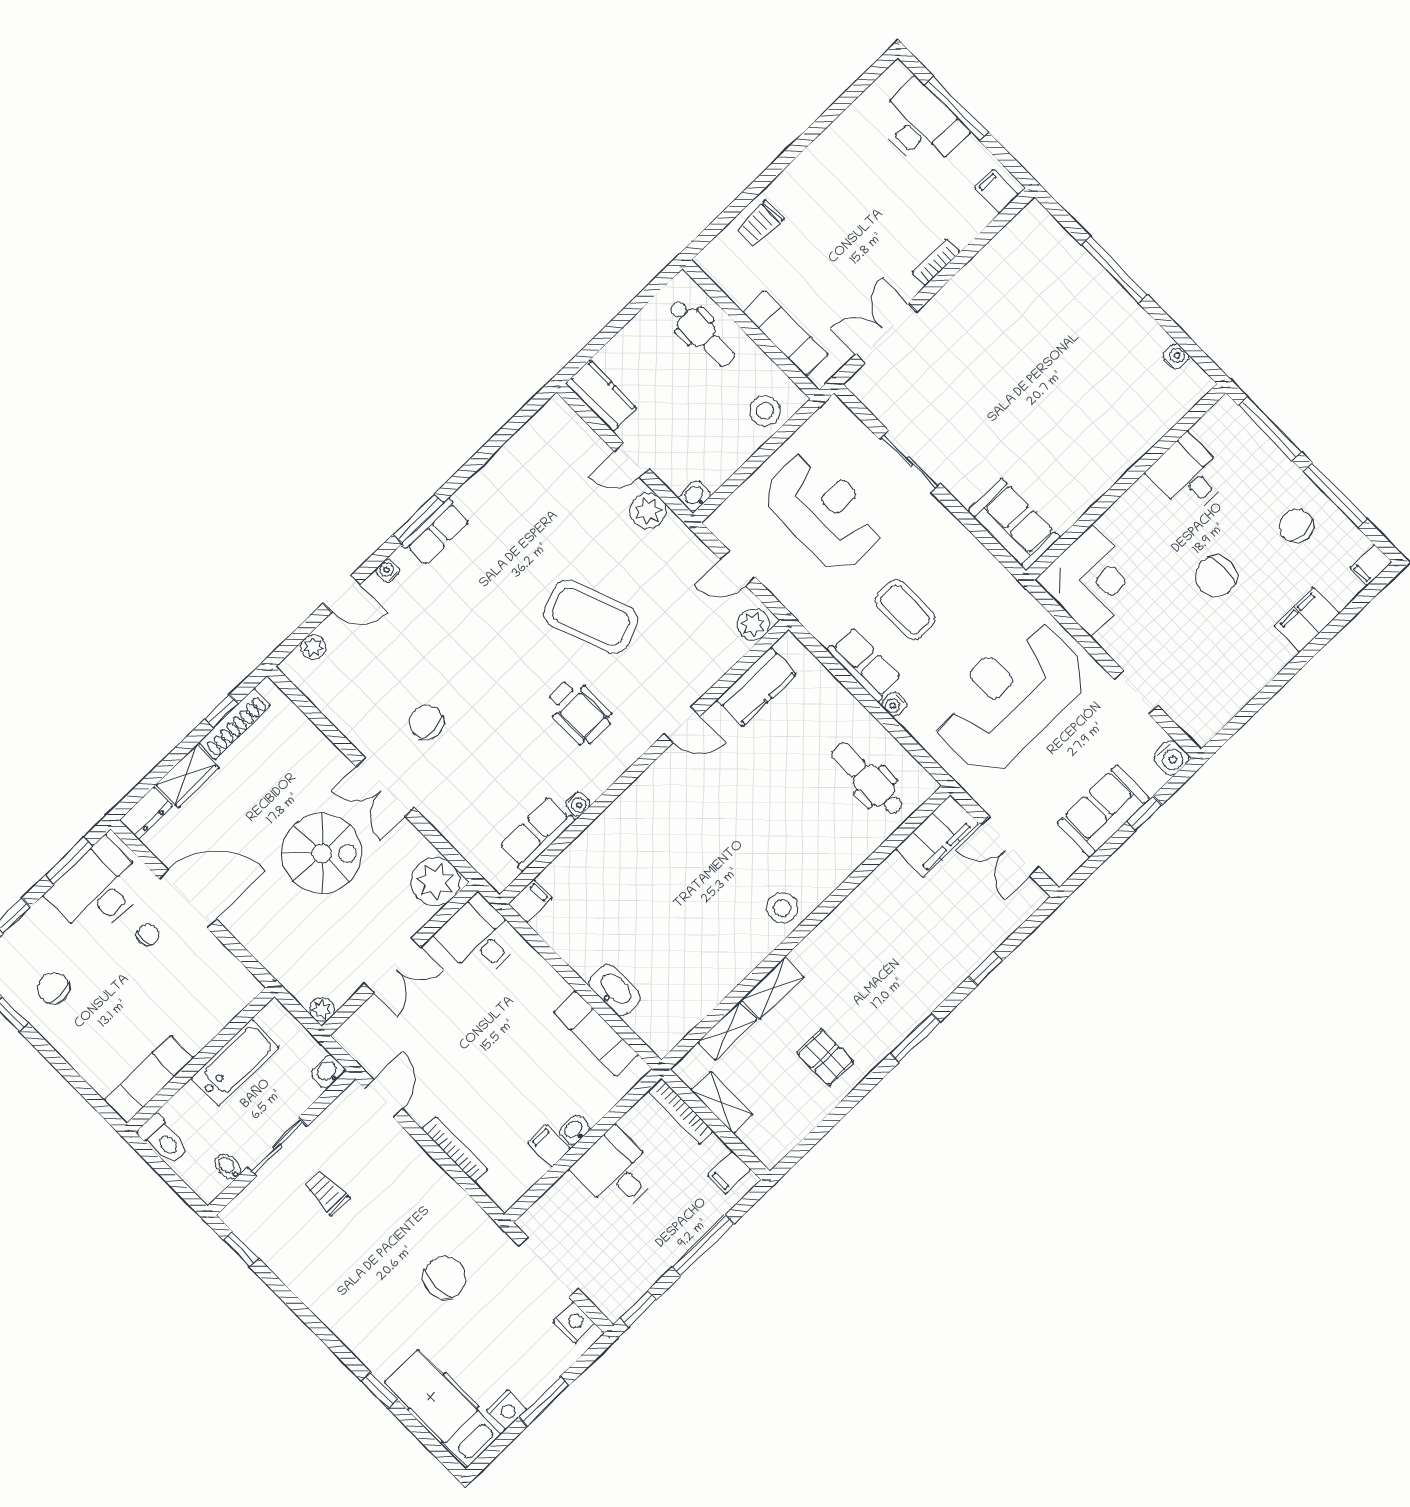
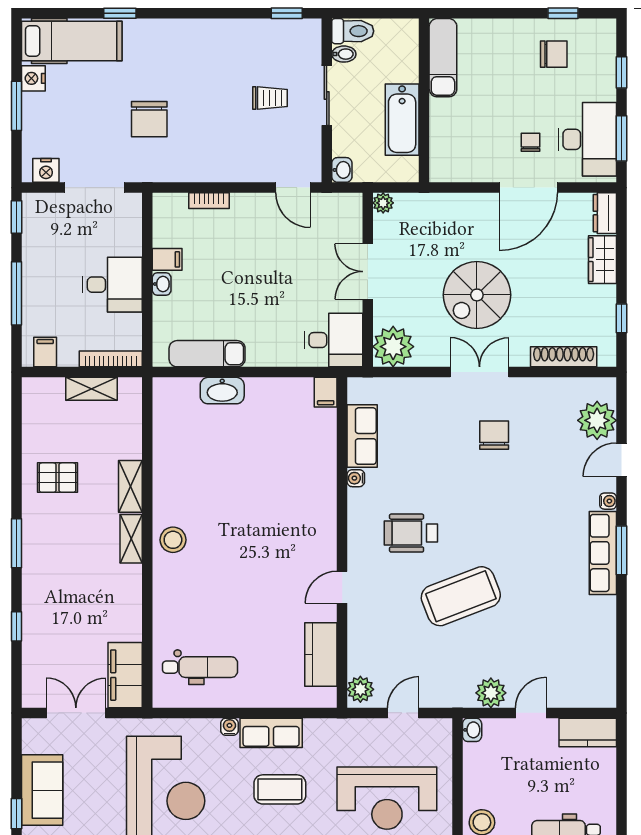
row of seats: (436, 532) -> (603, 553), width x1.48
plant: (313, 647) -> (597, 420), width x1.88, depth x1.88
chair: (427, 722) -> (494, 435), turned -90
shoe rack: (234, 724) -> (564, 357), moved, turned 90
chair: (148, 935) -> (530, 142), turned 180
shelving: (727, 1031) -> (131, 539), moved
toilet: (163, 1140) -> (353, 31), moved, turned 180
bookcase: (455, 1150) -> (209, 201), width x0.64

